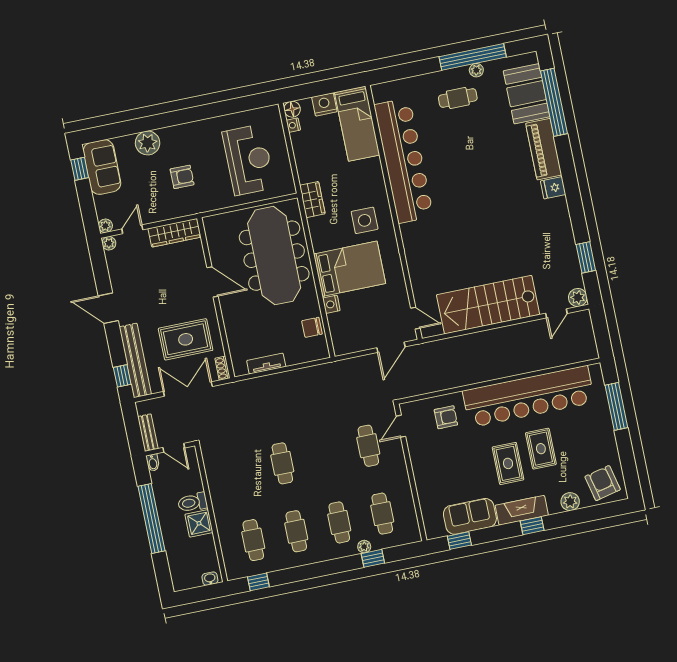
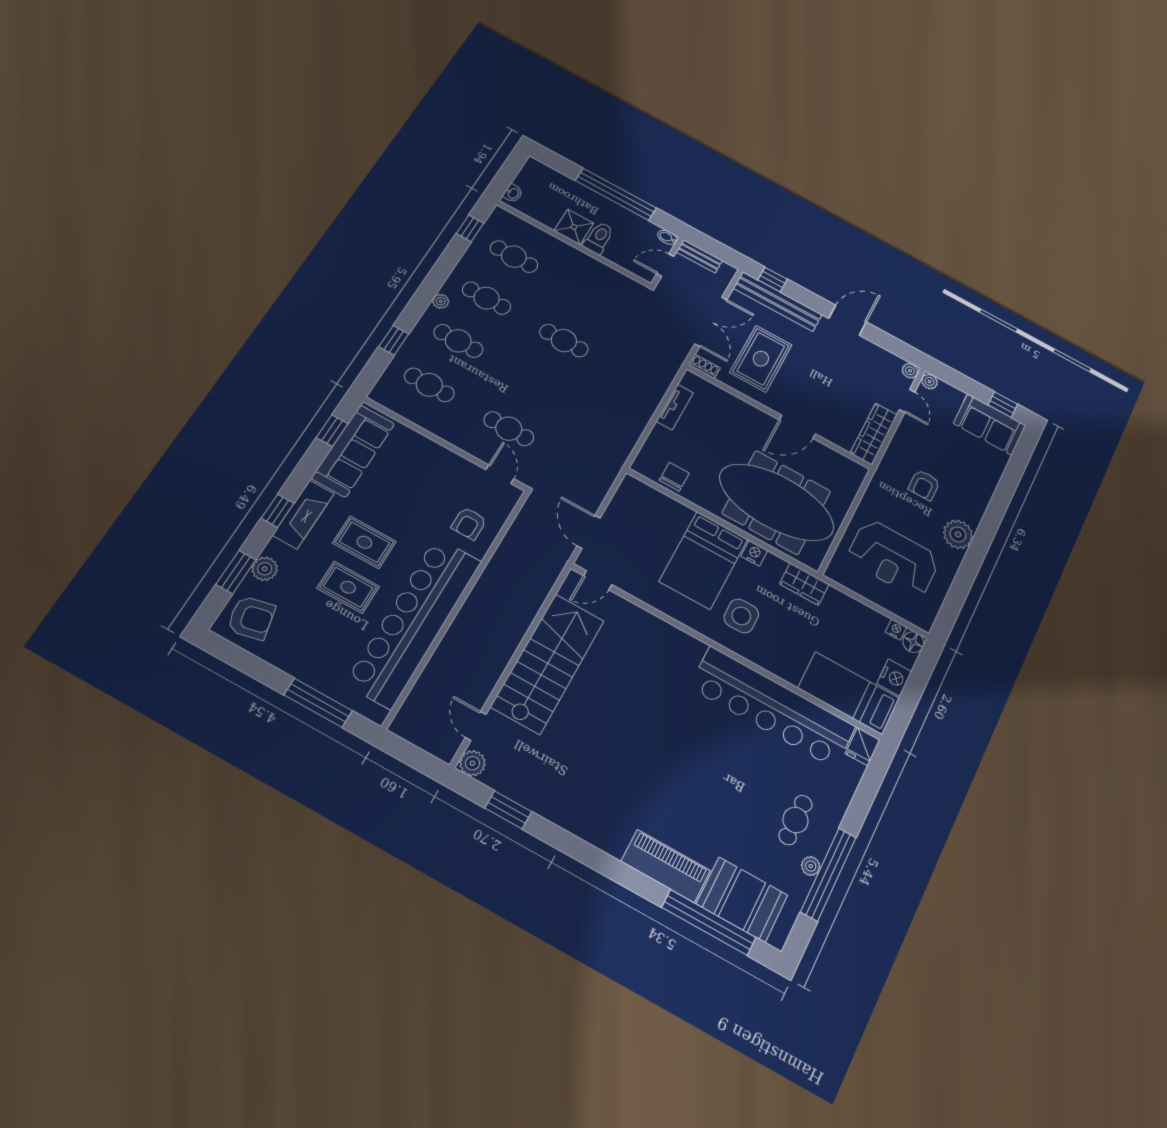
plant: (148, 143) -> (958, 534), moved
fridge: (553, 188) -> (863, 747), moved, turned 180
nightstand: (331, 304) -> (754, 553), moved
window: (585, 515) -> (236, 572), added
sofa: (470, 516) -> (353, 451), width x1.36
plant: (364, 547) -> (441, 301), moved

